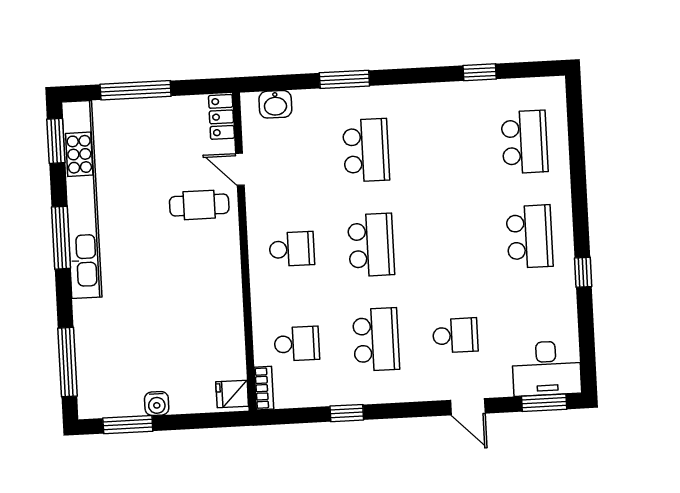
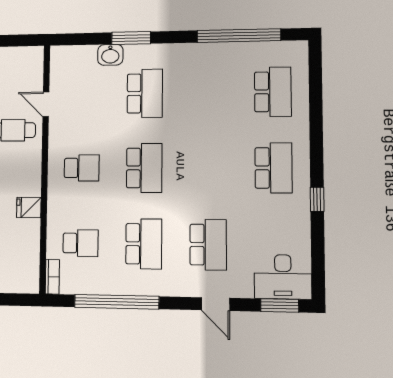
window: (480, 72) -> (239, 36), width x3.17
washbasin: (275, 104) -> (110, 55), moved
locker: (221, 117) -> (35, 64), removed
school desk: (455, 335) -> (208, 245), width x1.85
fridge: (232, 394) -> (29, 207), moved
window: (347, 413) -> (117, 302), width x3.17

